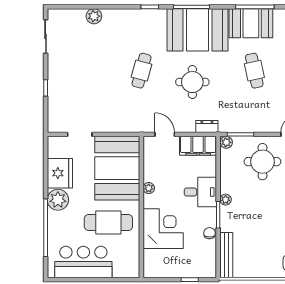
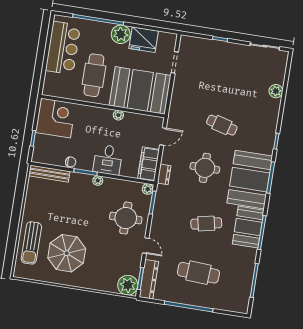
corner desk: (163, 229) -> (56, 118), moved, turned -90

